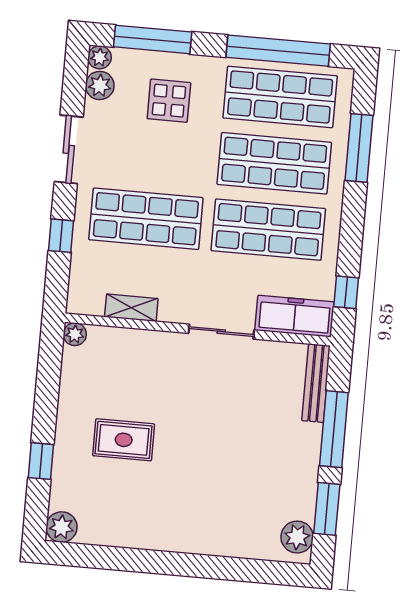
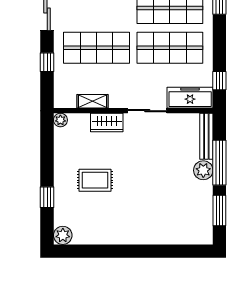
wardrobe: (152, 345) -> (107, 123), added
plant: (297, 537) -> (203, 170), moved

